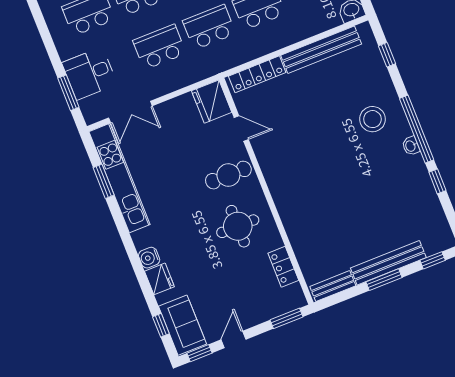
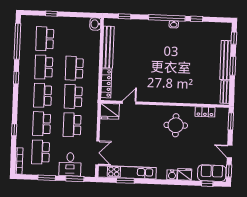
window: (49, 43) -> (47, 178), added
stool: (372, 119) -> (153, 37), removed
cafe table: (228, 175) -> (149, 119), removed

